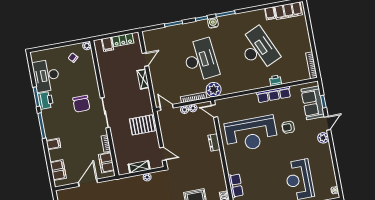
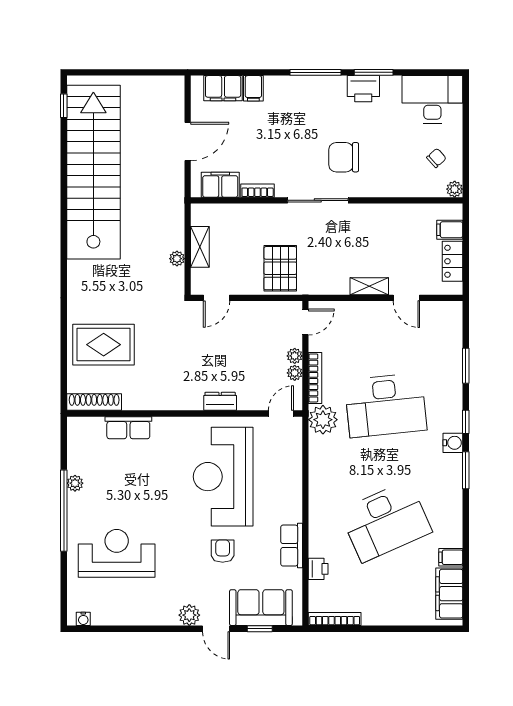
desk: (46, 76) -> (432, 99), moved
printer: (275, 81) -> (318, 569), moved
row of seats: (274, 94) -> (292, 546), width x0.68
filing cabinet: (53, 144) -> (253, 88), moved
door: (88, 183) -> (188, 141), hinge flipped

